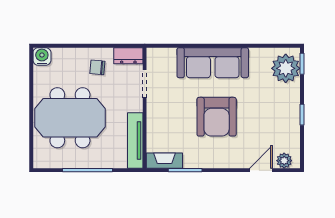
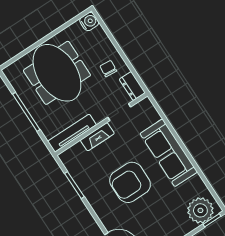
fireplace: (164, 161) -> (97, 137), moved, turned 90

